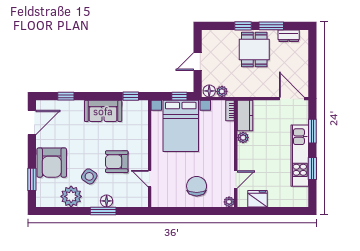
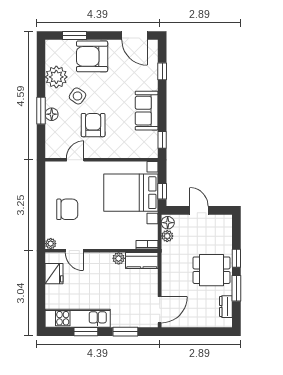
kitchen unit: (300, 156) -> (78, 318), moved

